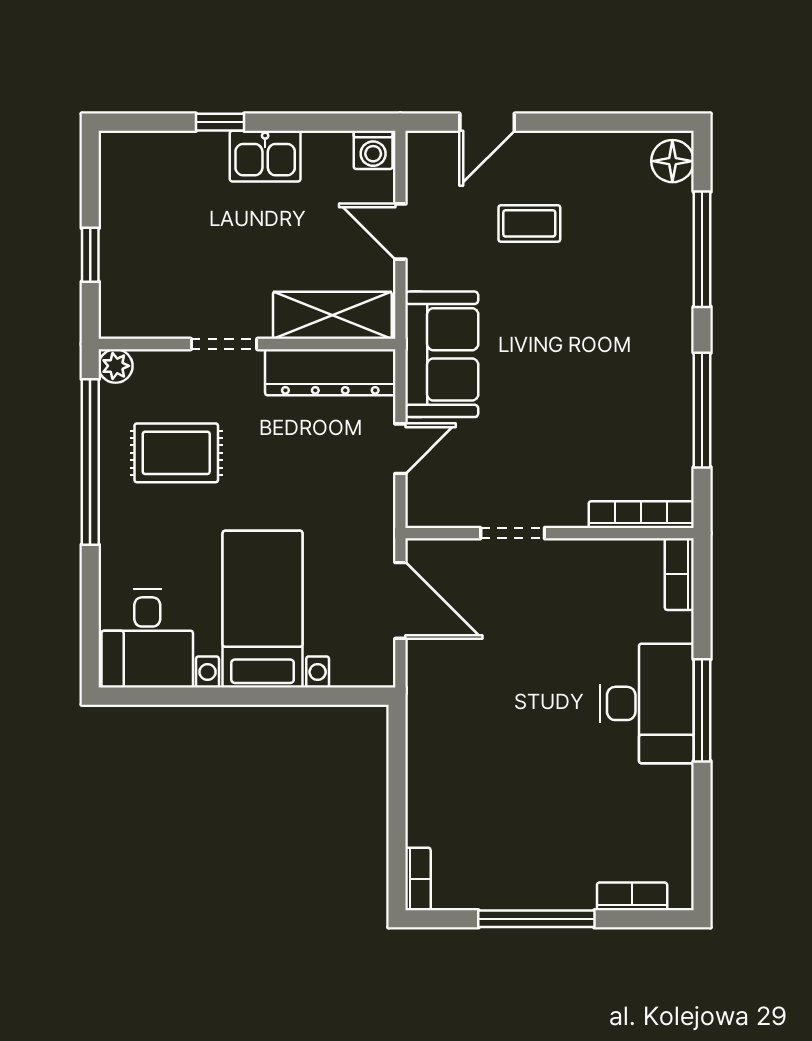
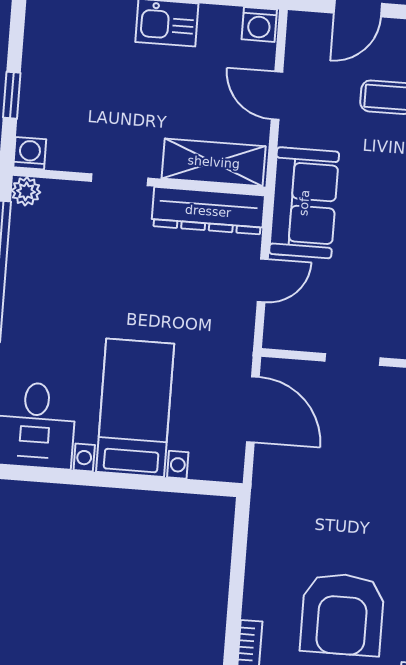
washing machine: (117, 321) -> (30, 153), added
rug: (176, 453) -> (72, 269), removed
armchair: (523, 832) -> (342, 614), added

